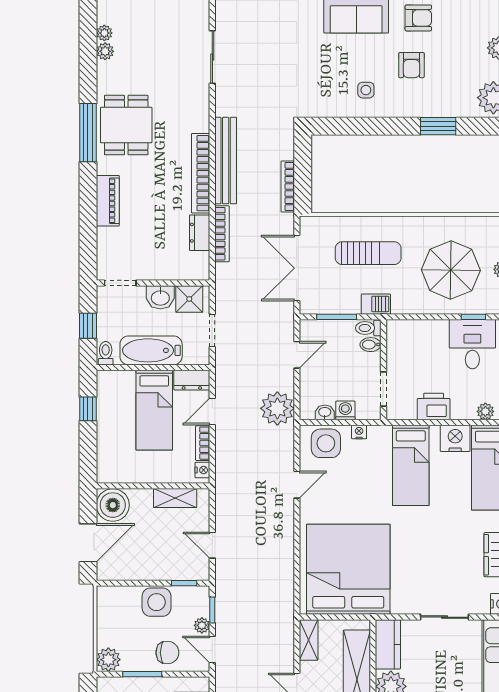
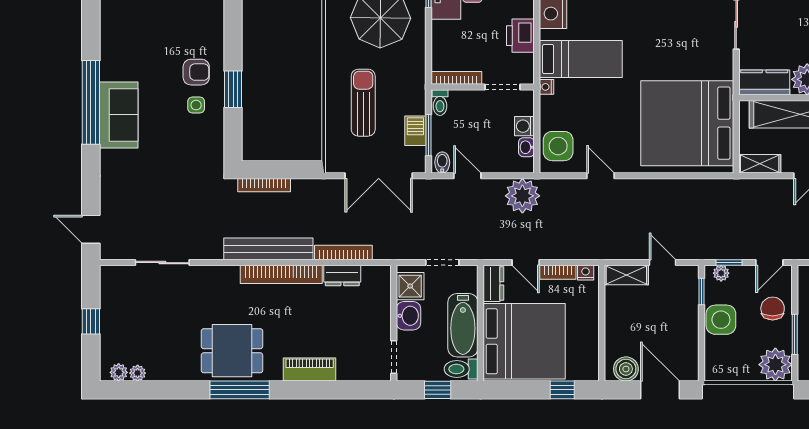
armchair: (418, 18) -> (122, 51), removed
plant: (105, 51) -> (119, 372), moved
armchair: (411, 65) -> (196, 72), moved
window: (438, 126) -> (233, 89), moved
bookcase: (288, 186) -> (264, 185), moved
barbecue: (376, 304) -> (415, 131), moved
bookcase: (392, 344) -> (456, 78), added
bidet: (371, 345) -> (442, 163), moved, turned 180
toilet: (106, 353) -> (461, 369), width x1.37, depth x1.39
window: (88, 409) -> (562, 390), moved
bed: (154, 410) -> (524, 341), width x2.04
nightstand: (359, 432) -> (547, 87), moved
shelving: (175, 498) -> (626, 275), moved, turned 90
boiler: (113, 505) -> (626, 369), width x0.73, depth x0.73
door: (212, 545) -> (663, 263), swing flipped
plant: (202, 625) -> (721, 273), moved
plant: (108, 660) -> (775, 365), width x1.36, depth x1.36

